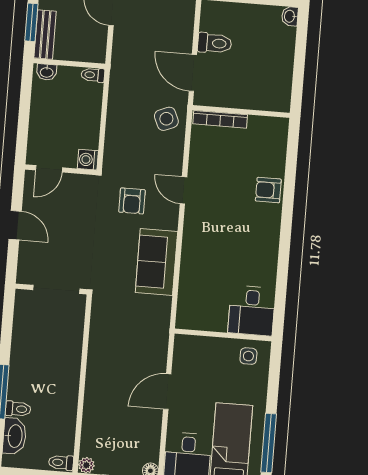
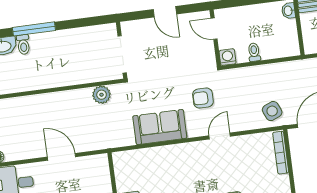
toilet: (93, 75) -> (254, 52), moved
door: (15, 225) -> (165, 12), hinge flipped
plant: (101, 326) -> (102, 95), added

